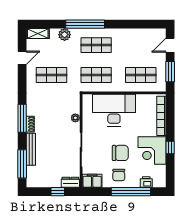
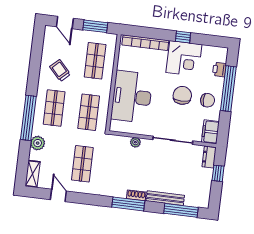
trolley: (129, 46) -> (60, 70), added

